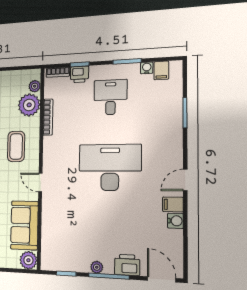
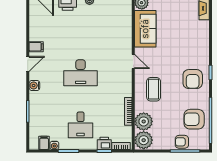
plant: (35, 86) -> (144, 140), width x1.87, depth x1.87
desk: (110, 167) -> (81, 73), width x0.73, depth x0.77
water cooler: (175, 221) -> (34, 85), moved

